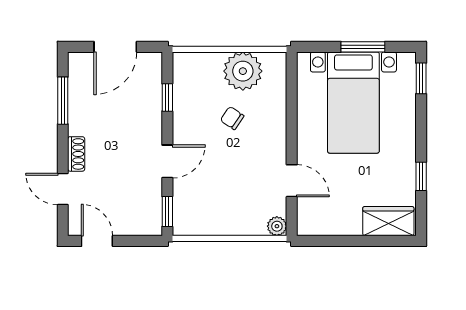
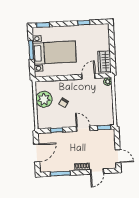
door: (115, 47) -> (37, 153), hinge flipped
wardrobe: (388, 221) -> (105, 61), moved
door: (97, 241) -> (118, 156), swing flipped

